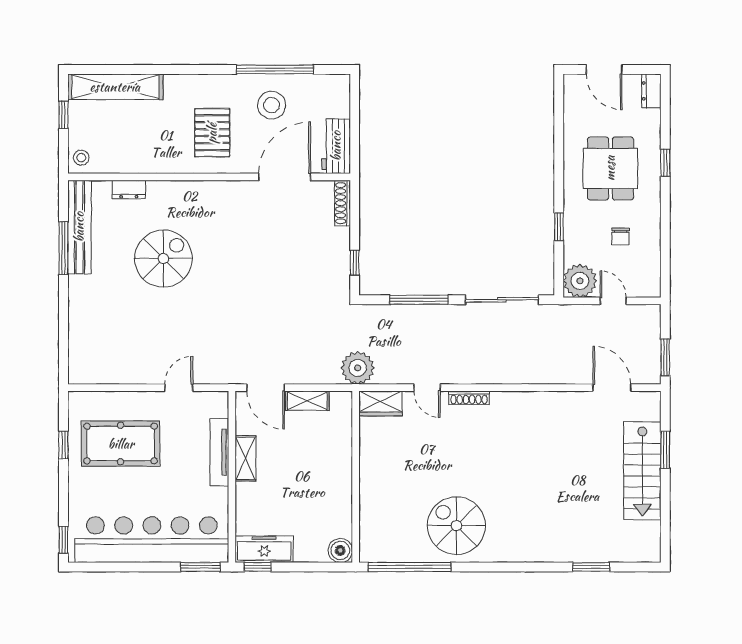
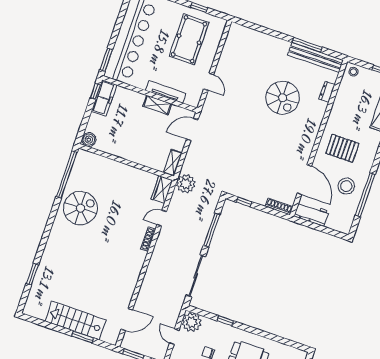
door: (613, 301) -> (174, 337), swing flipped
shelving: (307, 401) -> (173, 163), moved

